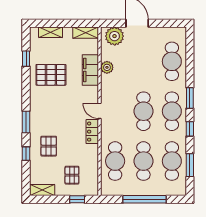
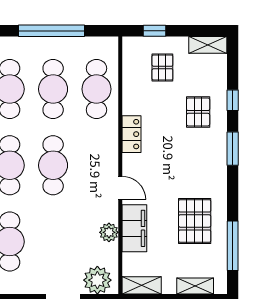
window: (26, 59) -> (233, 246), width x2.17
pallet: (51, 75) -> (195, 221), turned 90
door: (100, 111) -> (120, 188), moved

